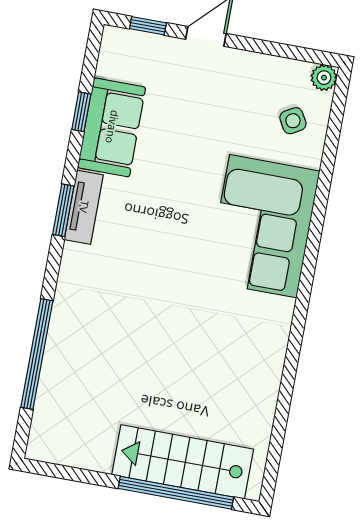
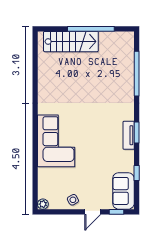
side table: (293, 121) -> (73, 200), moved
sofa: (112, 127) -> (123, 191), moved
window: (176, 493) -> (91, 29), moved

